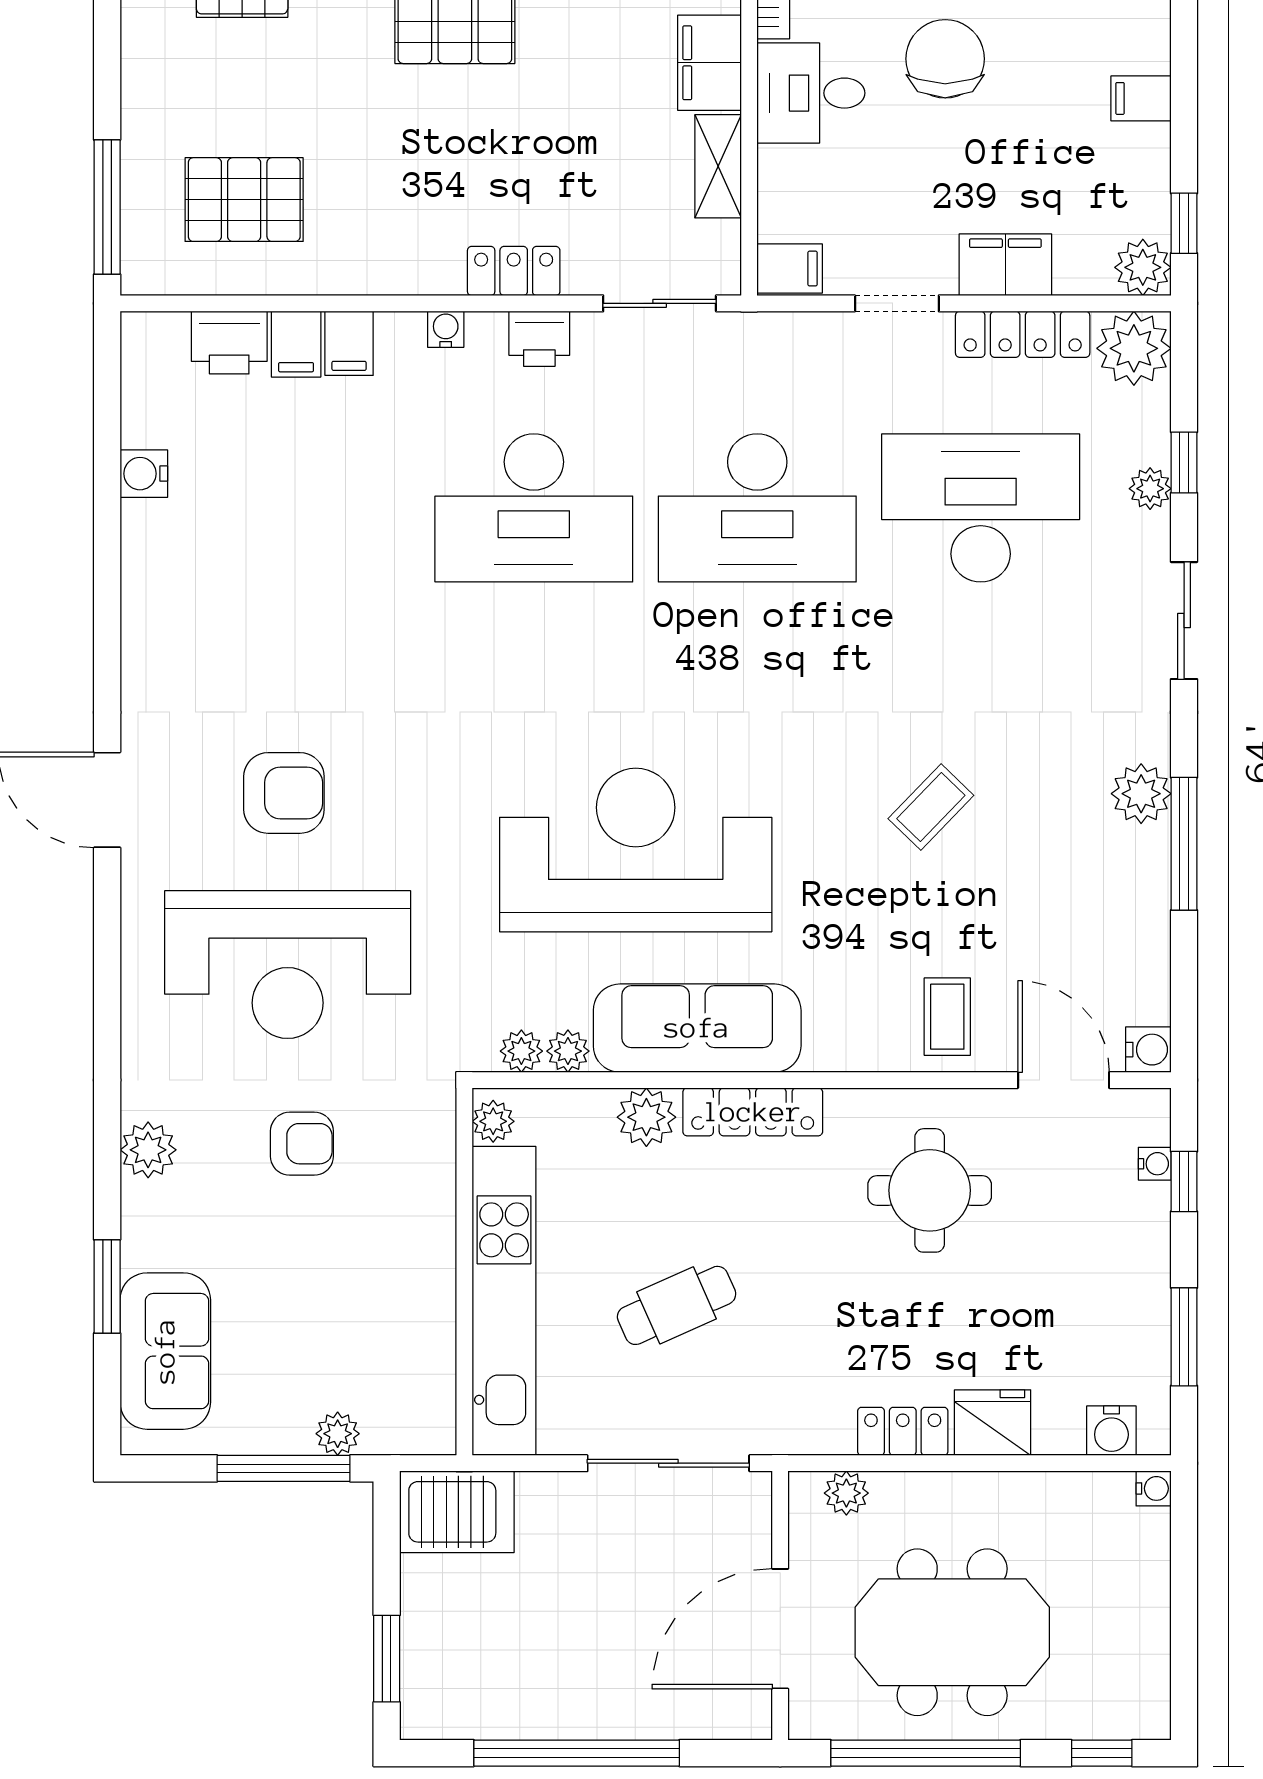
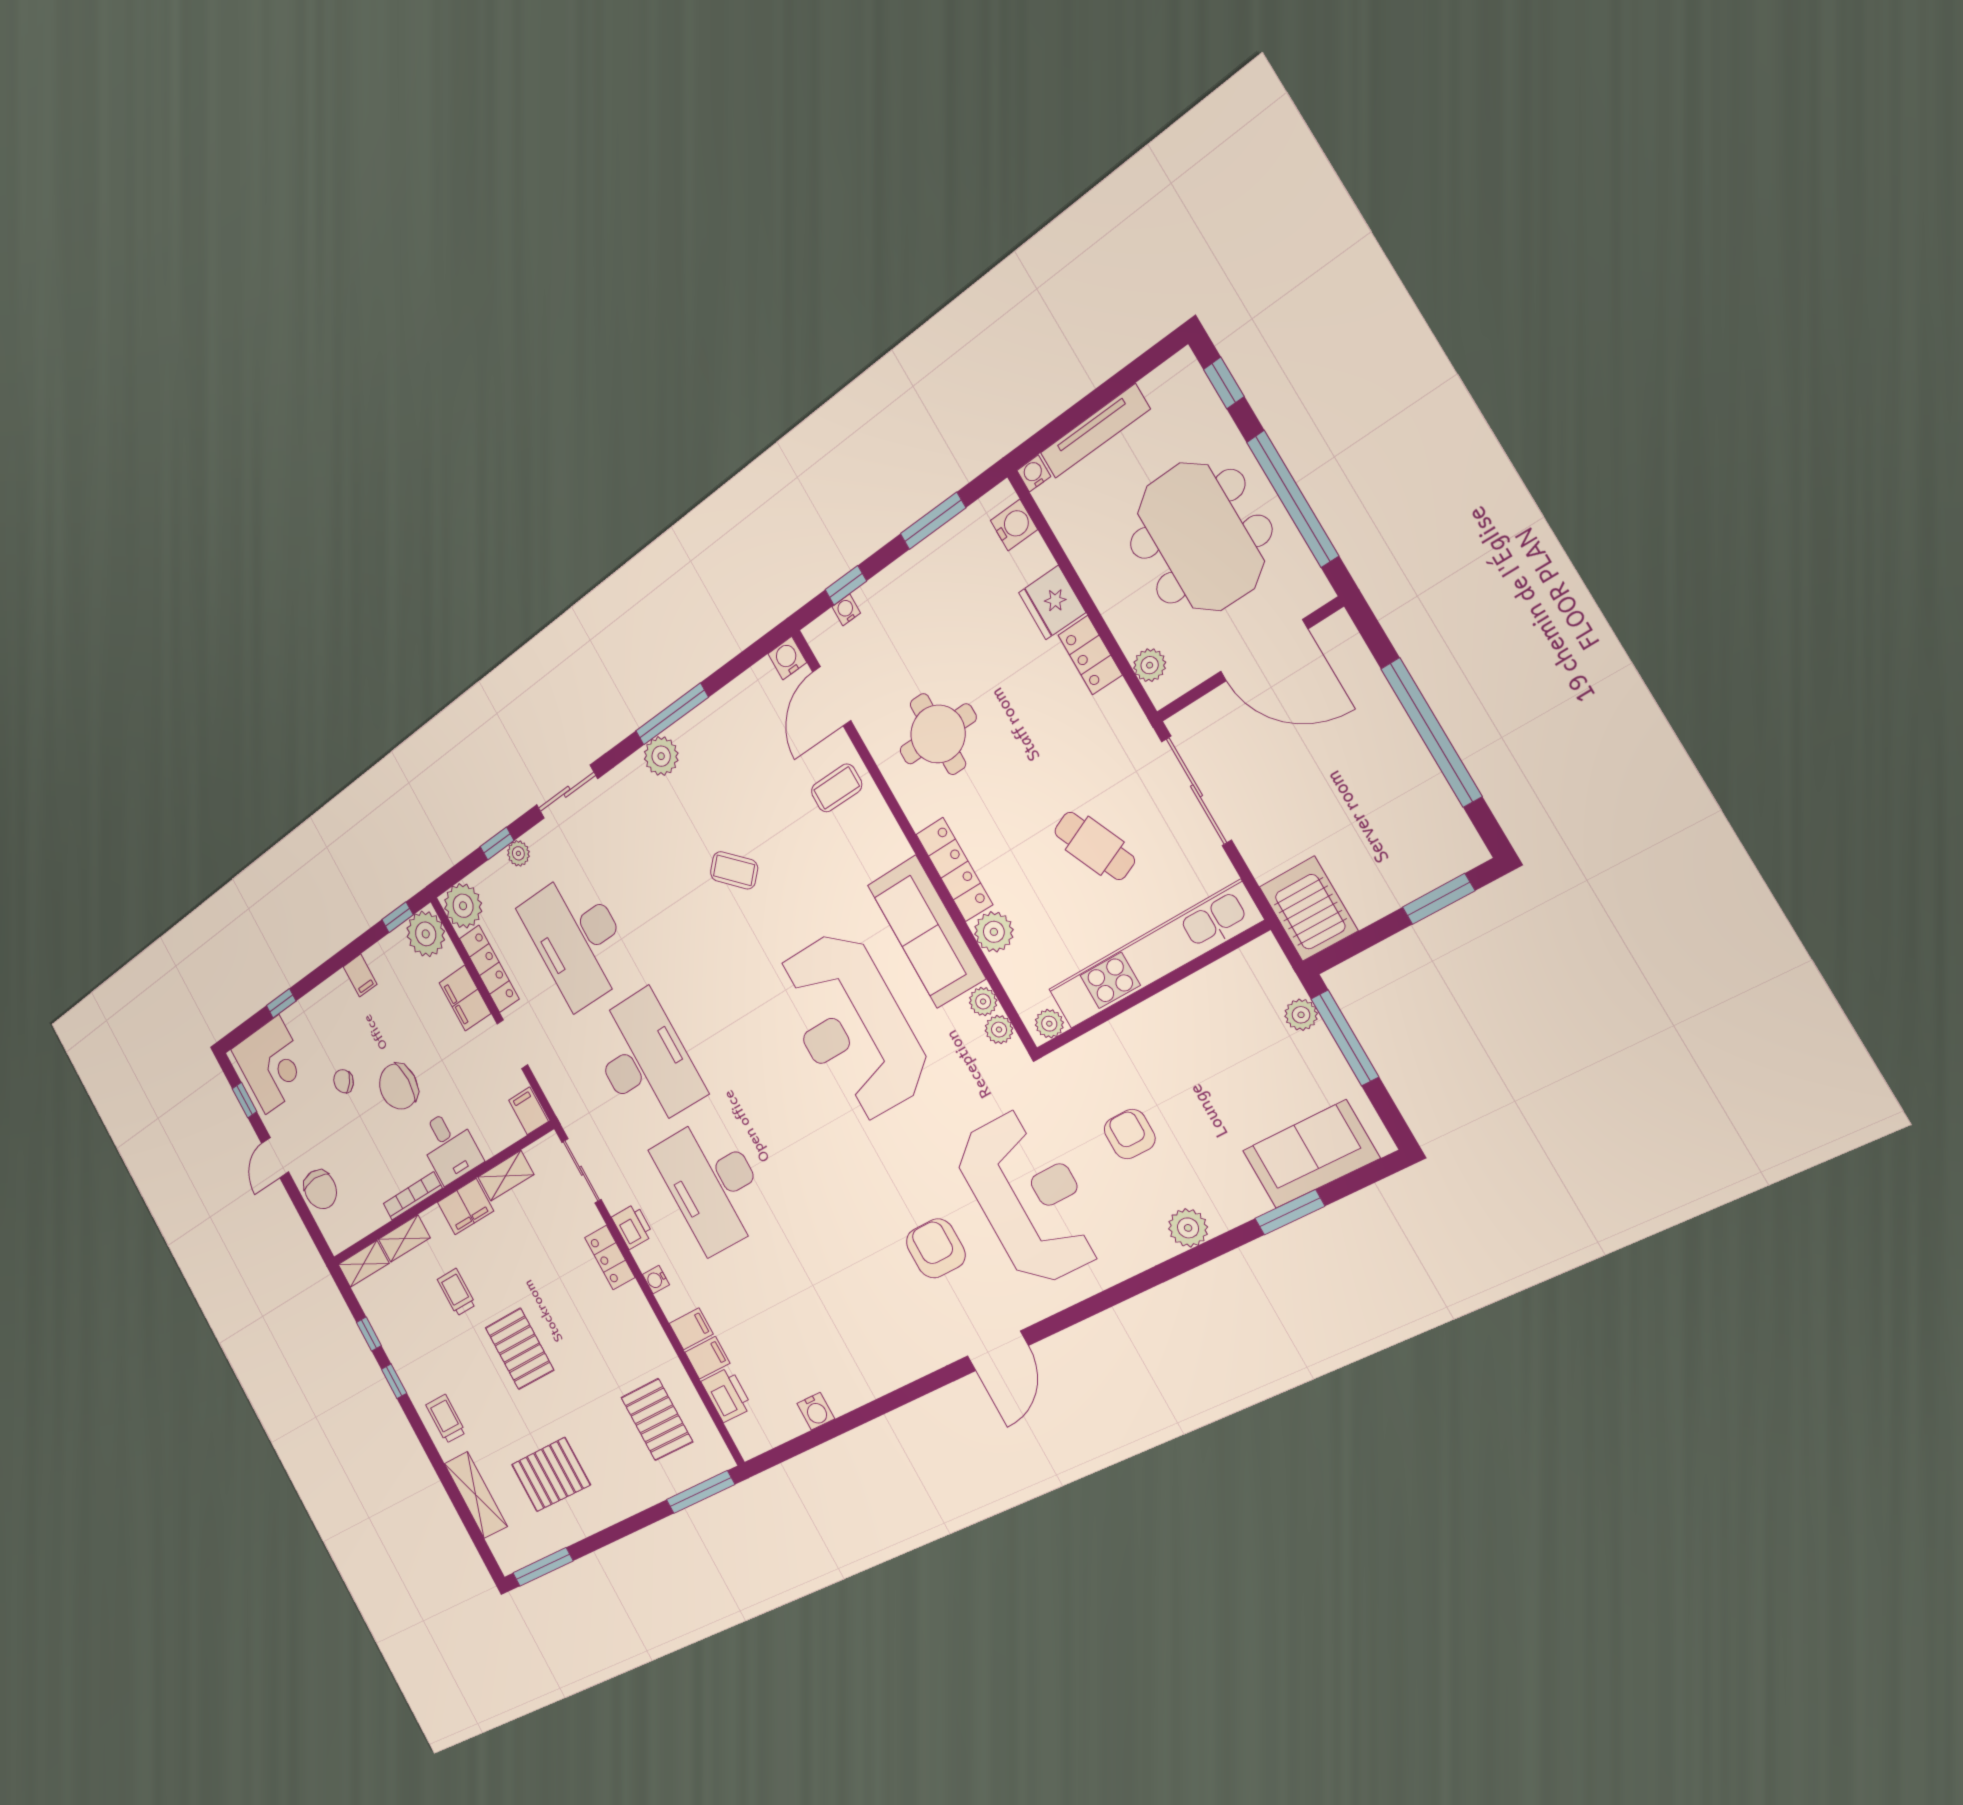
plant: (1143, 267) -> (426, 934), width x1.36, depth x1.36
desk: (534, 508) -> (712, 1184), turned 180
tv unit: (1151, 1585) -> (1095, 431), added

